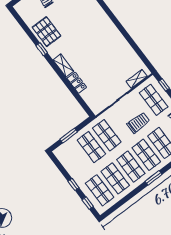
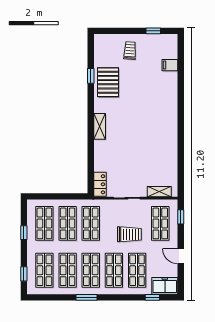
window: (42, 49) -> (91, 76), moved
locker: (77, 83) -> (100, 184), moved
window: (69, 136) -> (54, 196), removed
shop shelf: (76, 159) -> (44, 223), added
window: (153, 178) -> (87, 297), moved
window: (74, 185) -> (24, 233), moved

